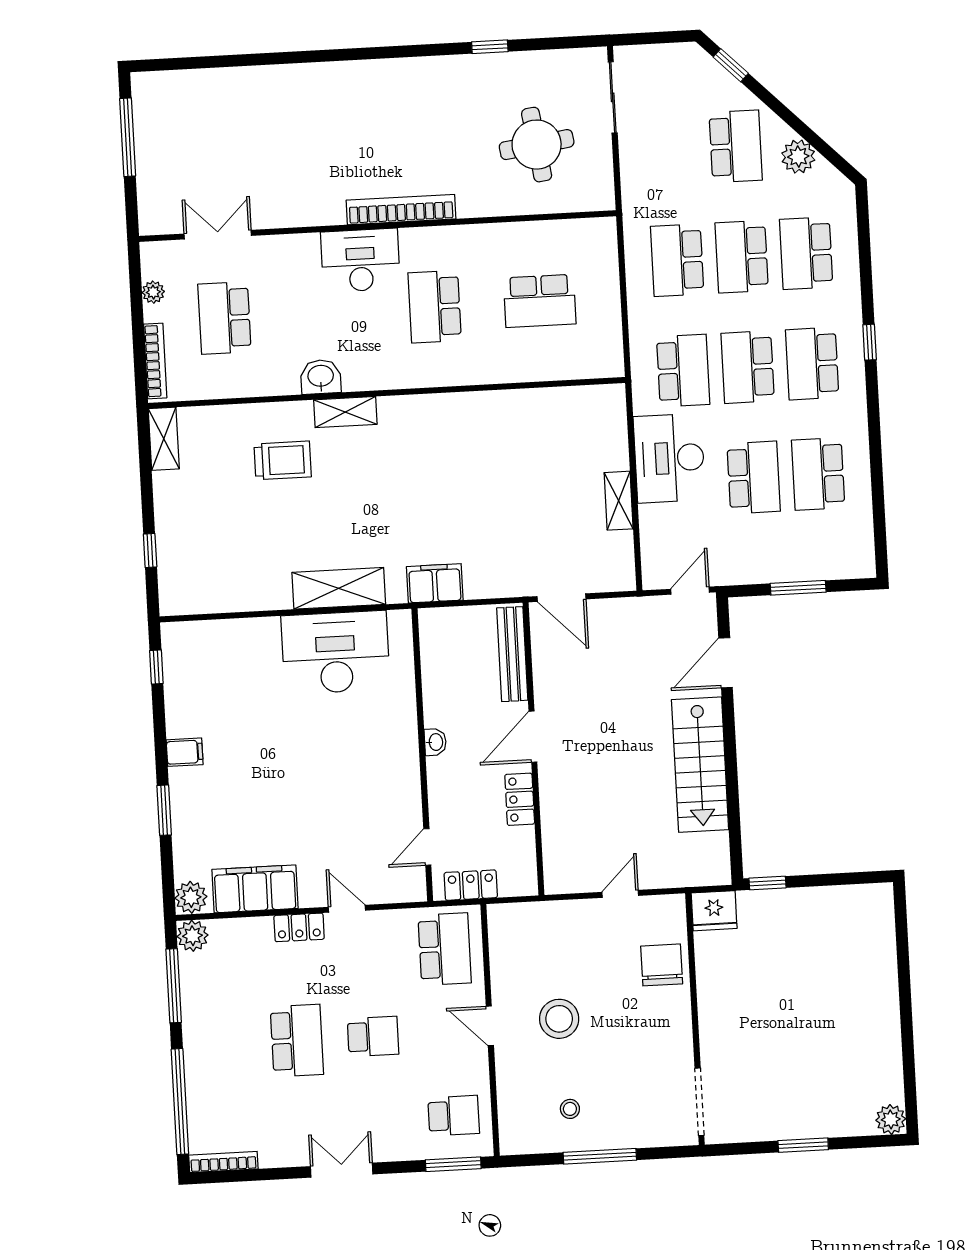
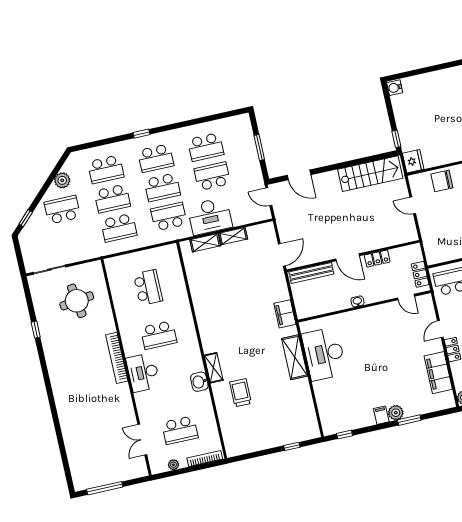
shelving: (164, 439) -> (205, 243), moved
stairs: (700, 765) -> (370, 174), moved
plant: (191, 897) -> (396, 413), moved
water cooler: (877, 897) -> (395, 88), added

